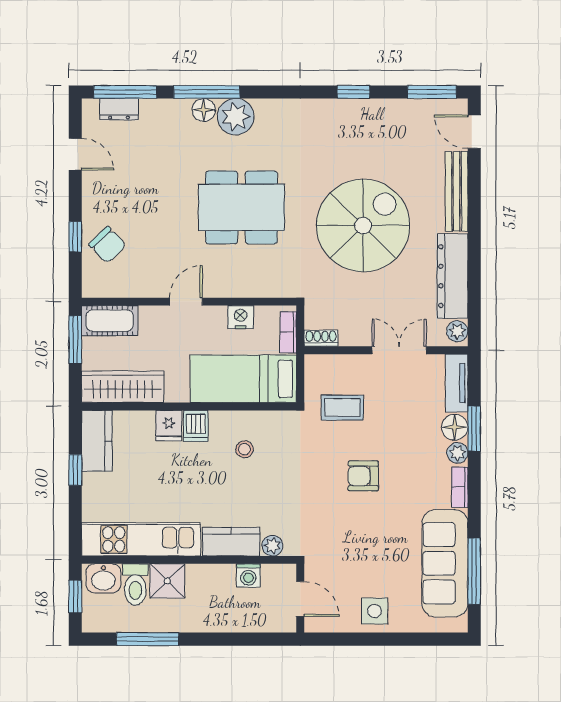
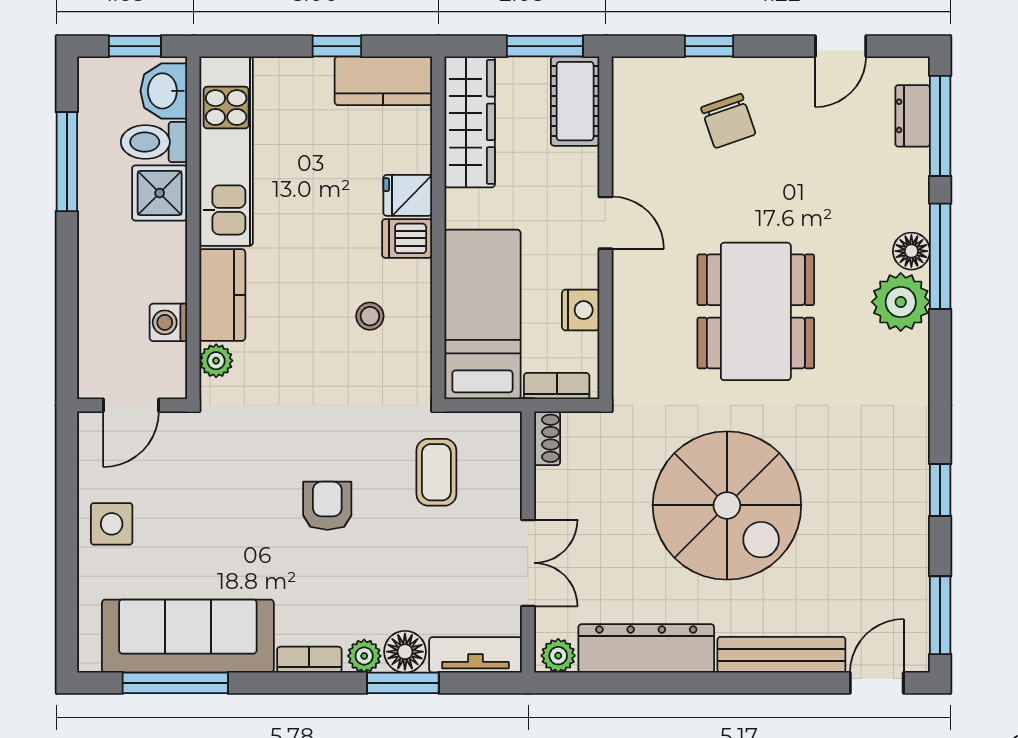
chair: (107, 245) -> (728, 121), moved, turned -65

